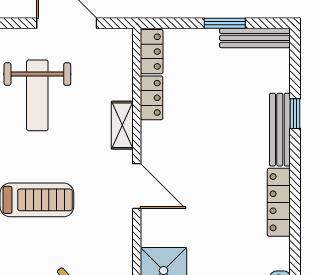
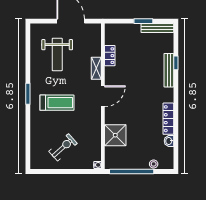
locker: (152, 52) -> (110, 34), removed
door: (137, 186) -> (103, 96), hinge flipped
locker: (279, 202) -> (168, 119), moved

